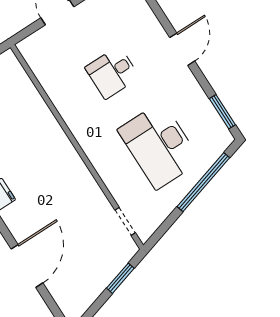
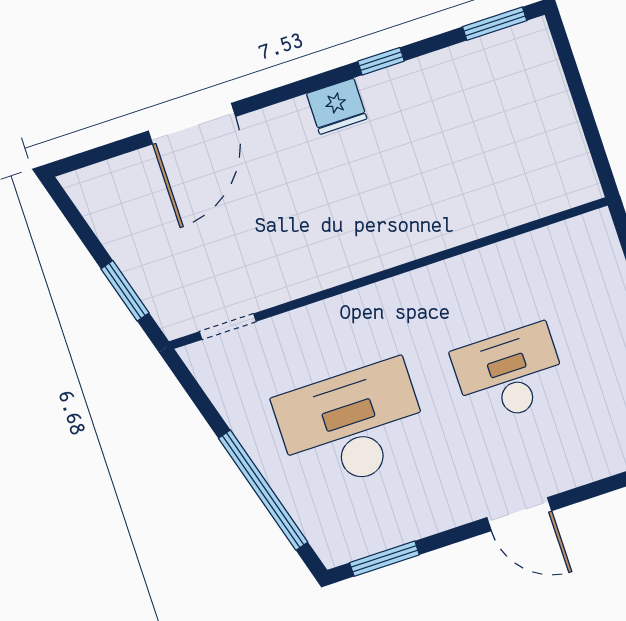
desk: (112, 72) -> (509, 374), width x1.37
door: (27, 266) -> (192, 124), hinge flipped

